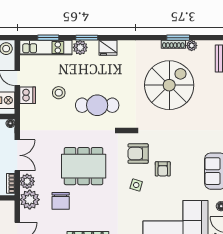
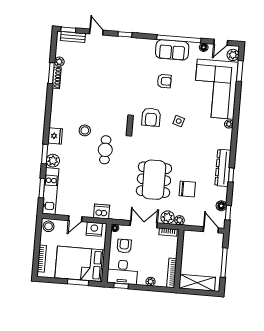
spiral stairs: (169, 85) -> (93, 85), removed
stool: (59, 93) -> (85, 130), moved
dishwasher: (28, 95) -> (102, 212), moved
cafe table: (97, 105) -> (105, 150), width x0.73, depth x0.74
dining table: (84, 166) -> (154, 180), moved
armchair: (163, 169) -> (164, 81), moved
plant: (30, 200) -> (179, 220), width x0.53, depth x0.53

